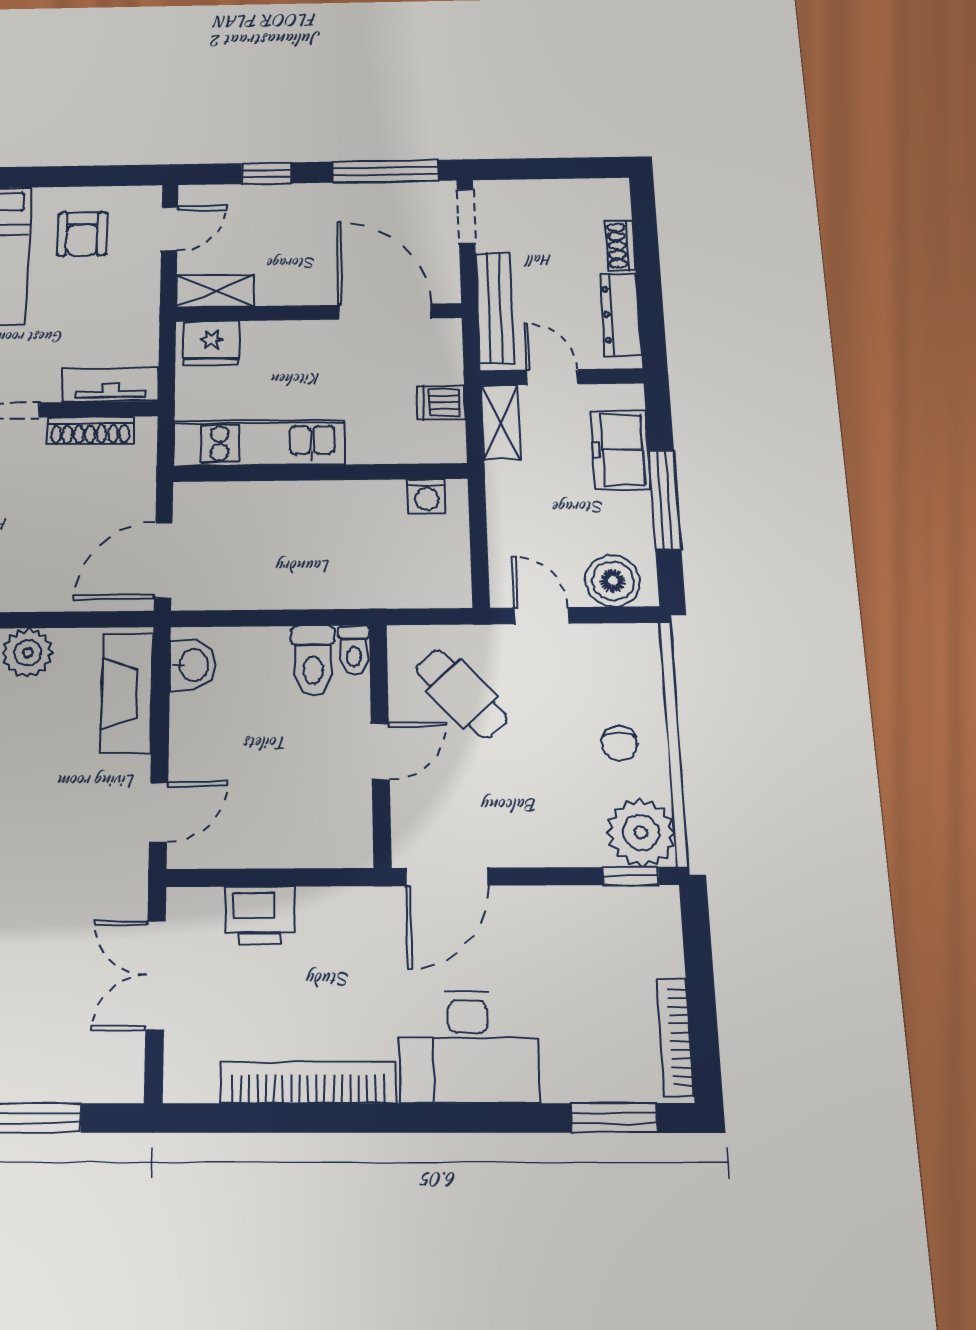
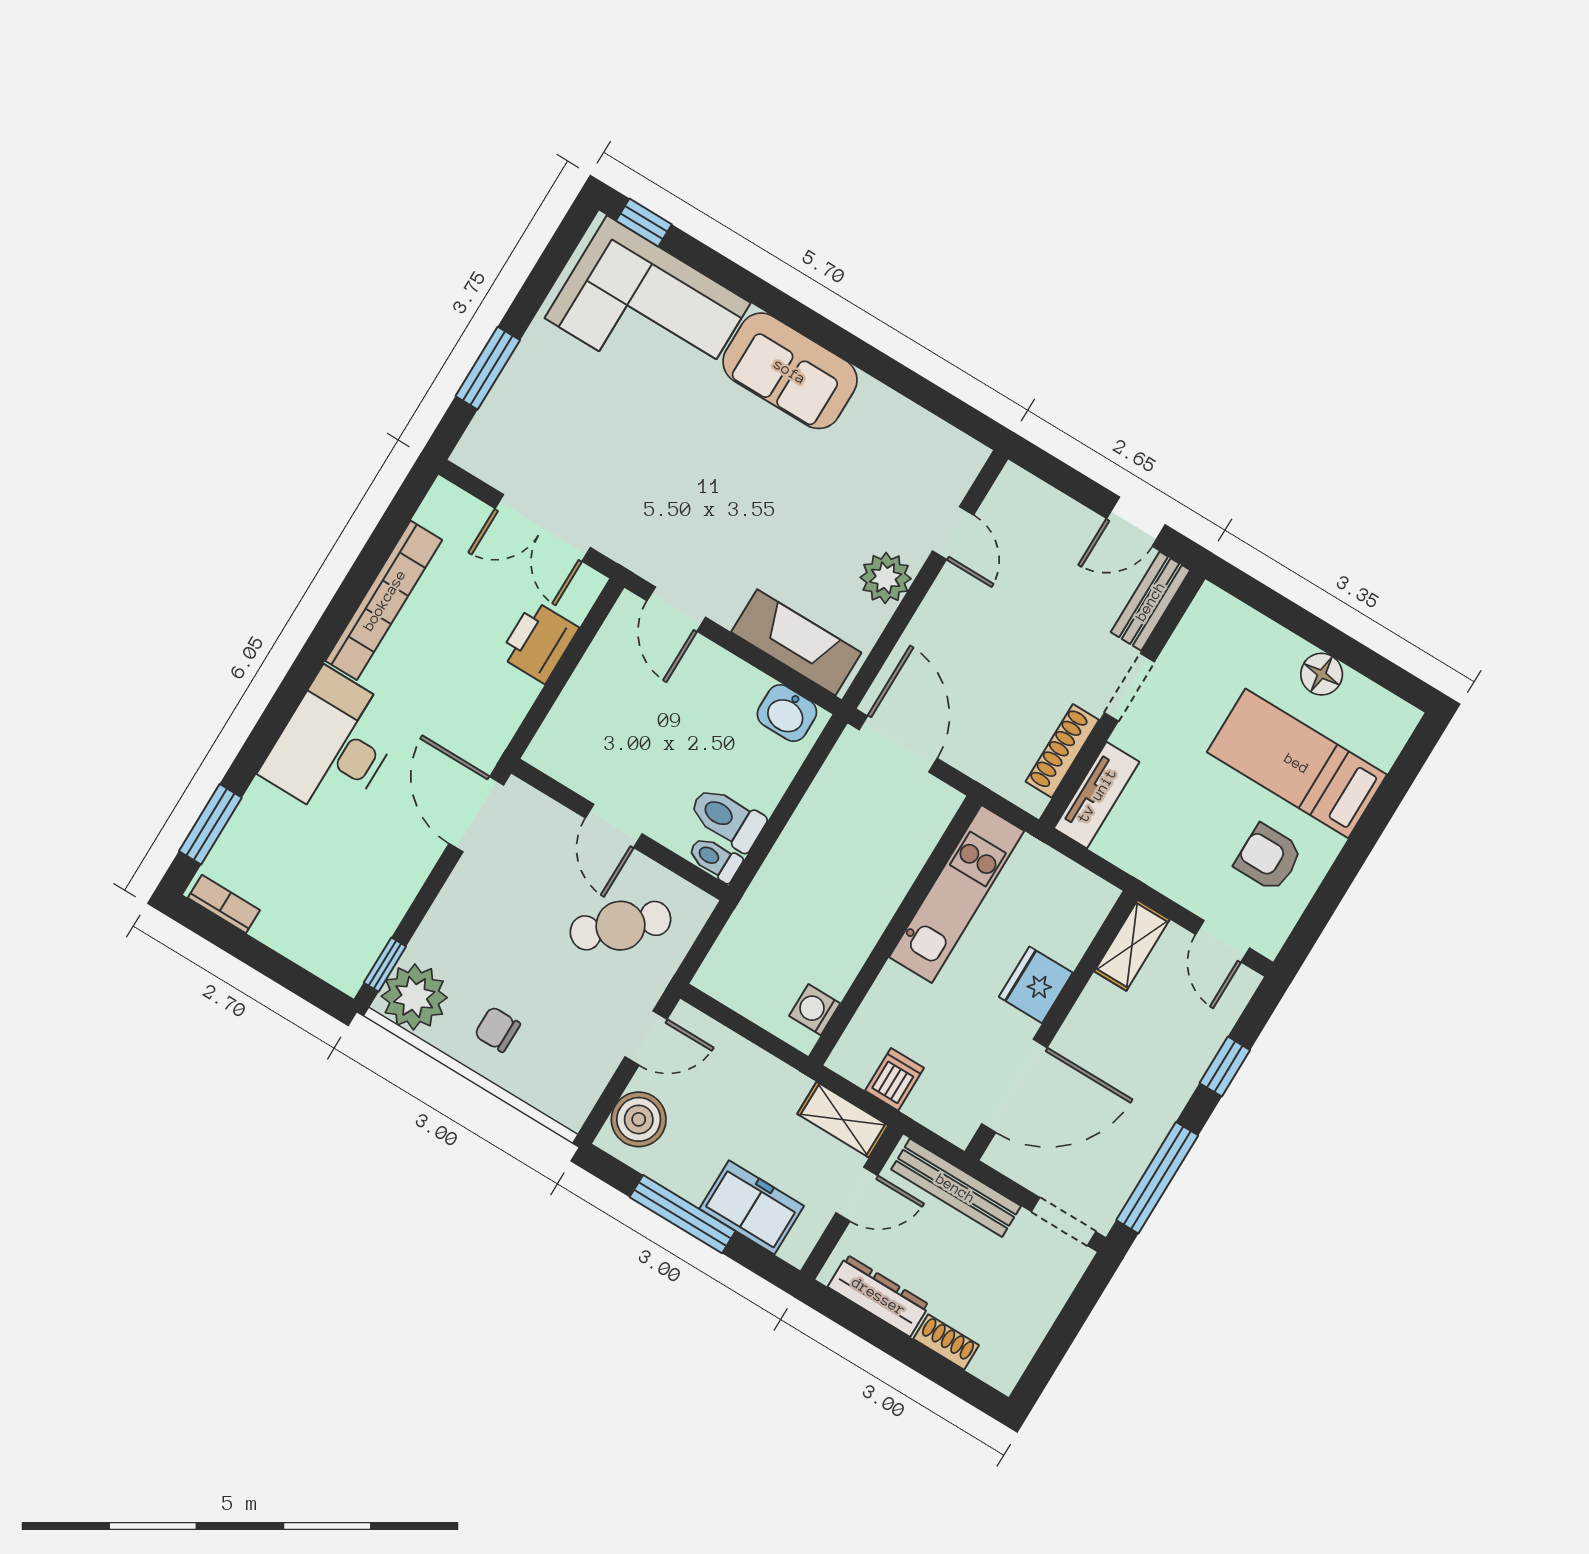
fridge: (211, 343) -> (1036, 985), moved
double door: (156, 975) -> (543, 528), swing flipped
bookcase: (675, 1037) -> (224, 904), width x0.64

